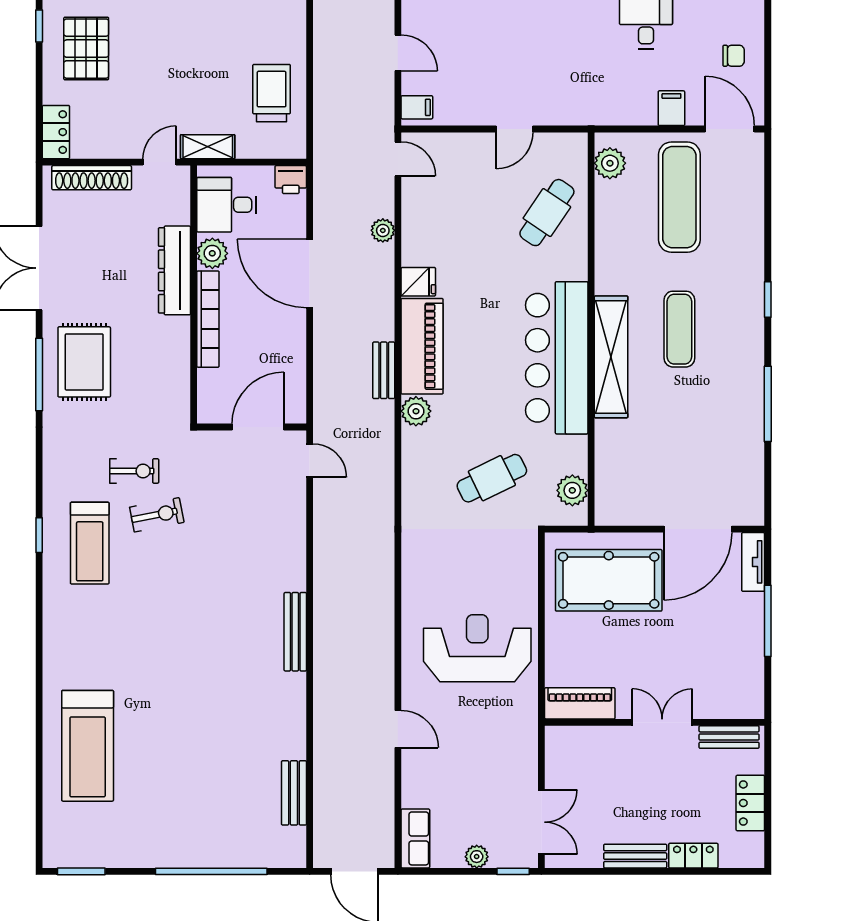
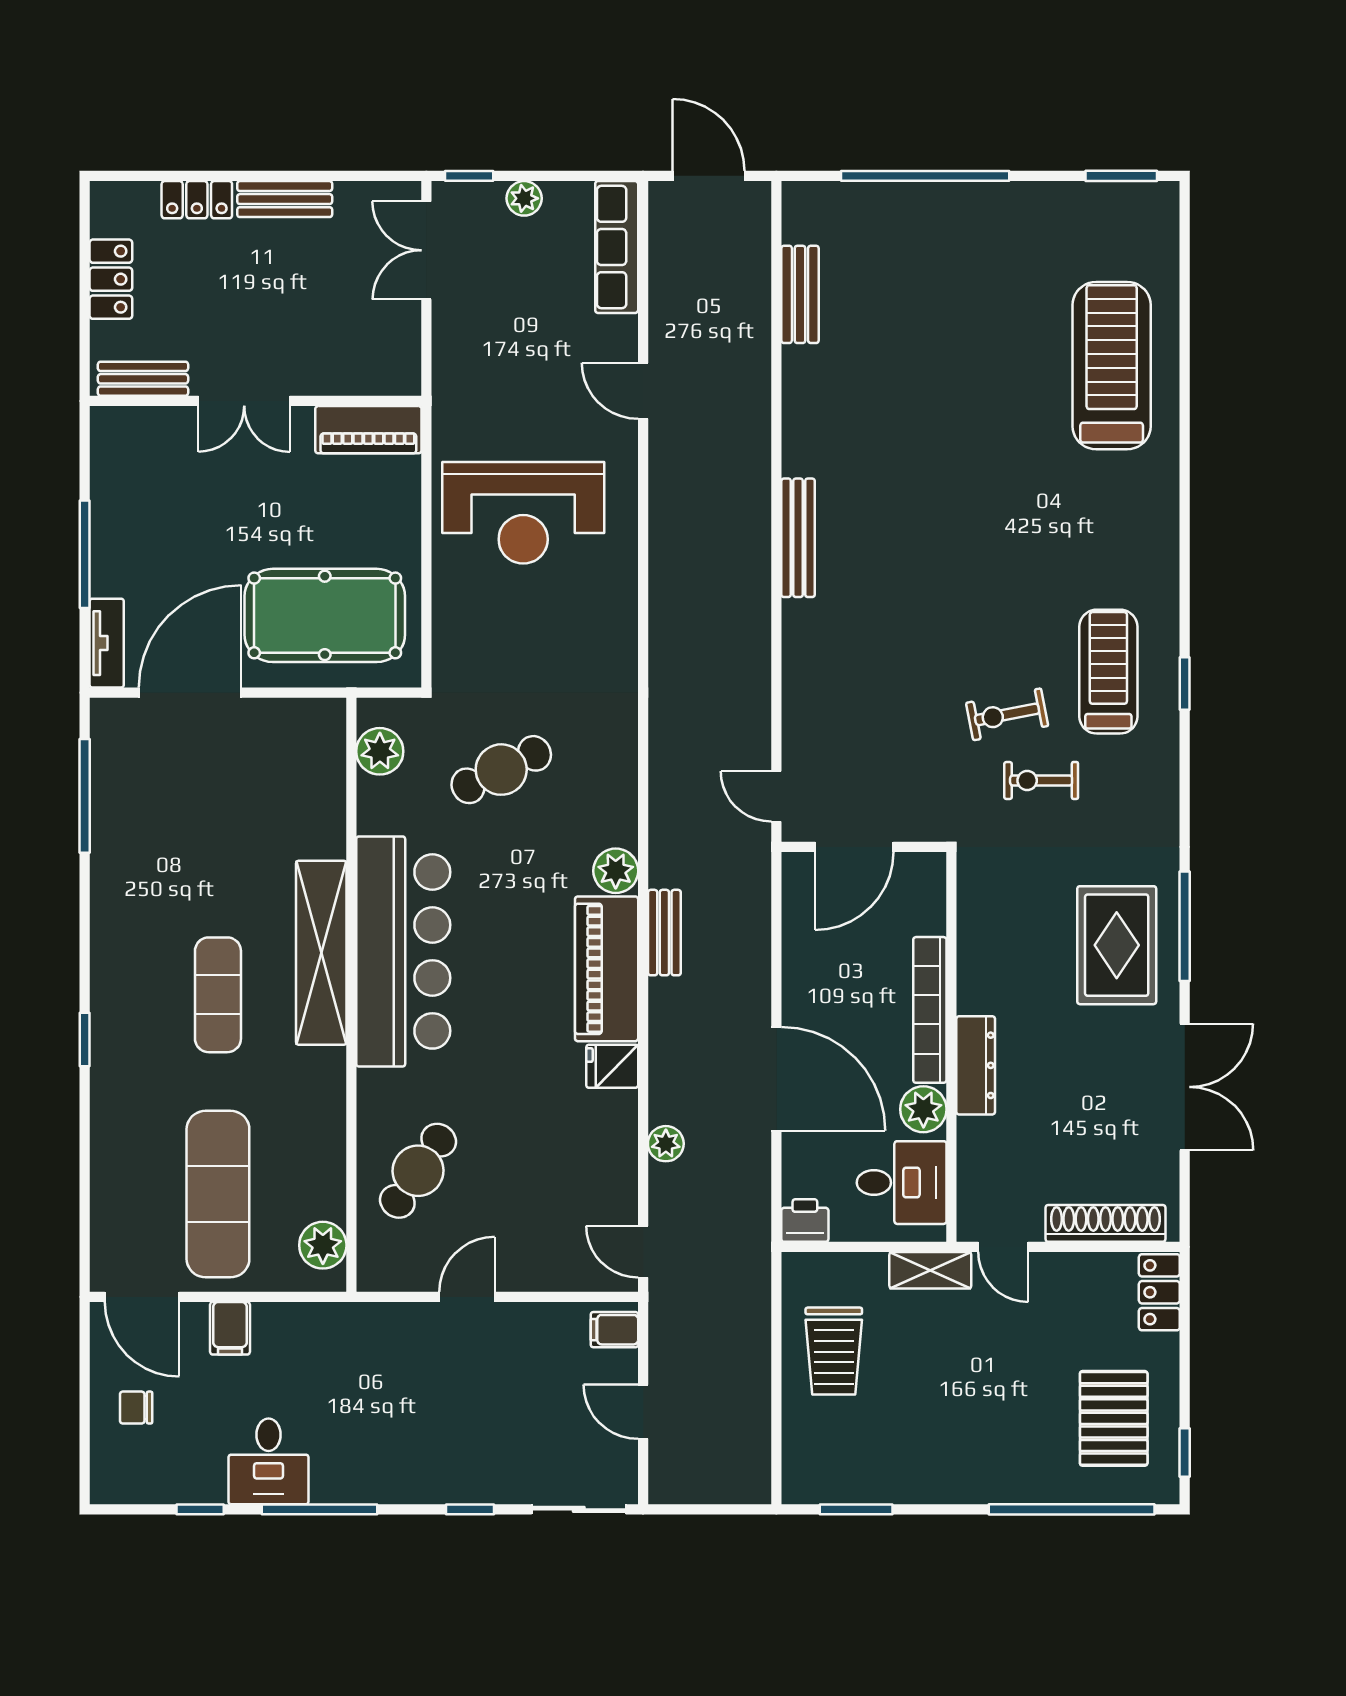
door: (159, 162) -> (1003, 1247), hinge flipped
dresser: (175, 270) -> (976, 1065), width x0.73, depth x0.80
window: (768, 404) -> (85, 796), moved
row of seats: (415, 838) -> (617, 247), width x1.48

